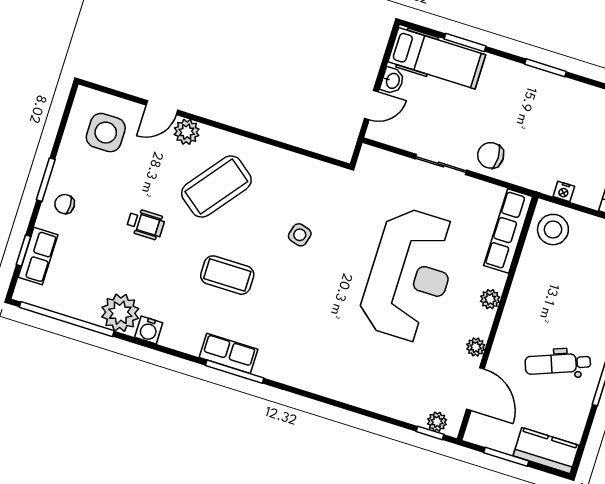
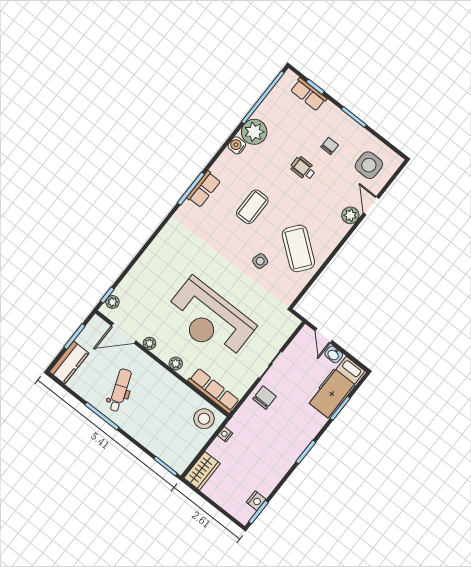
coffee table: (216, 187) -> (298, 248), moved
chair: (65, 204) -> (330, 146), moved
wheelchair: (146, 224) -> (303, 168), turned 90

